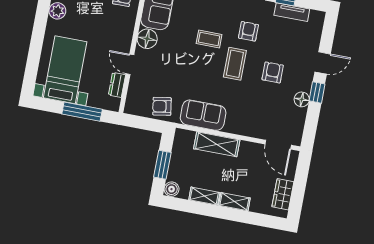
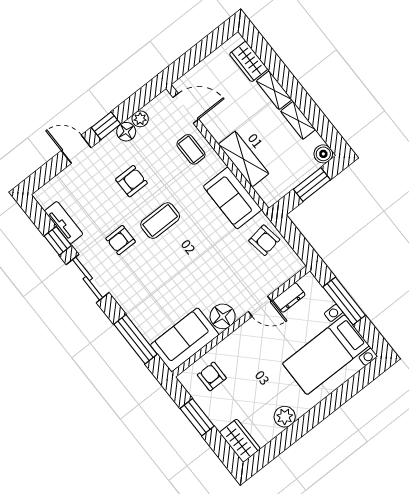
coffee table: (209, 39) -> (191, 149), moved
door: (130, 64) -> (260, 306), hinge flipped
armchair: (273, 72) -> (131, 181), turned 180
plant: (300, 114) -> (140, 119), added
door: (278, 145) -> (186, 108), hinge flipped
wardrobe: (283, 194) -> (249, 62), moved, turned 90

